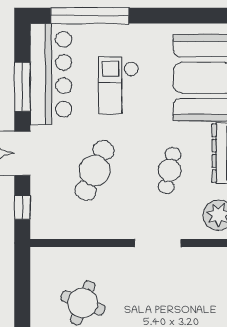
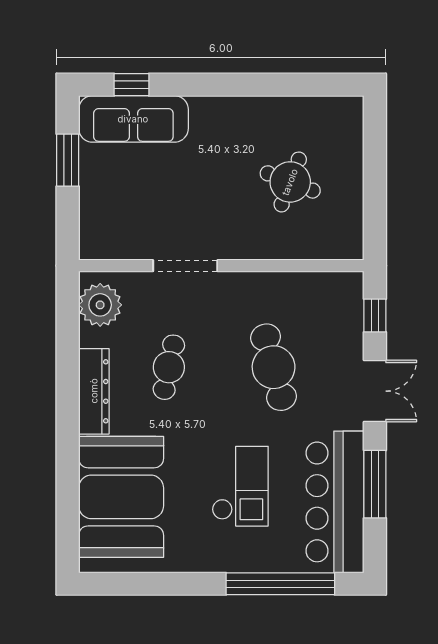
cafe table: (95, 170) -> (274, 367), turned -39

